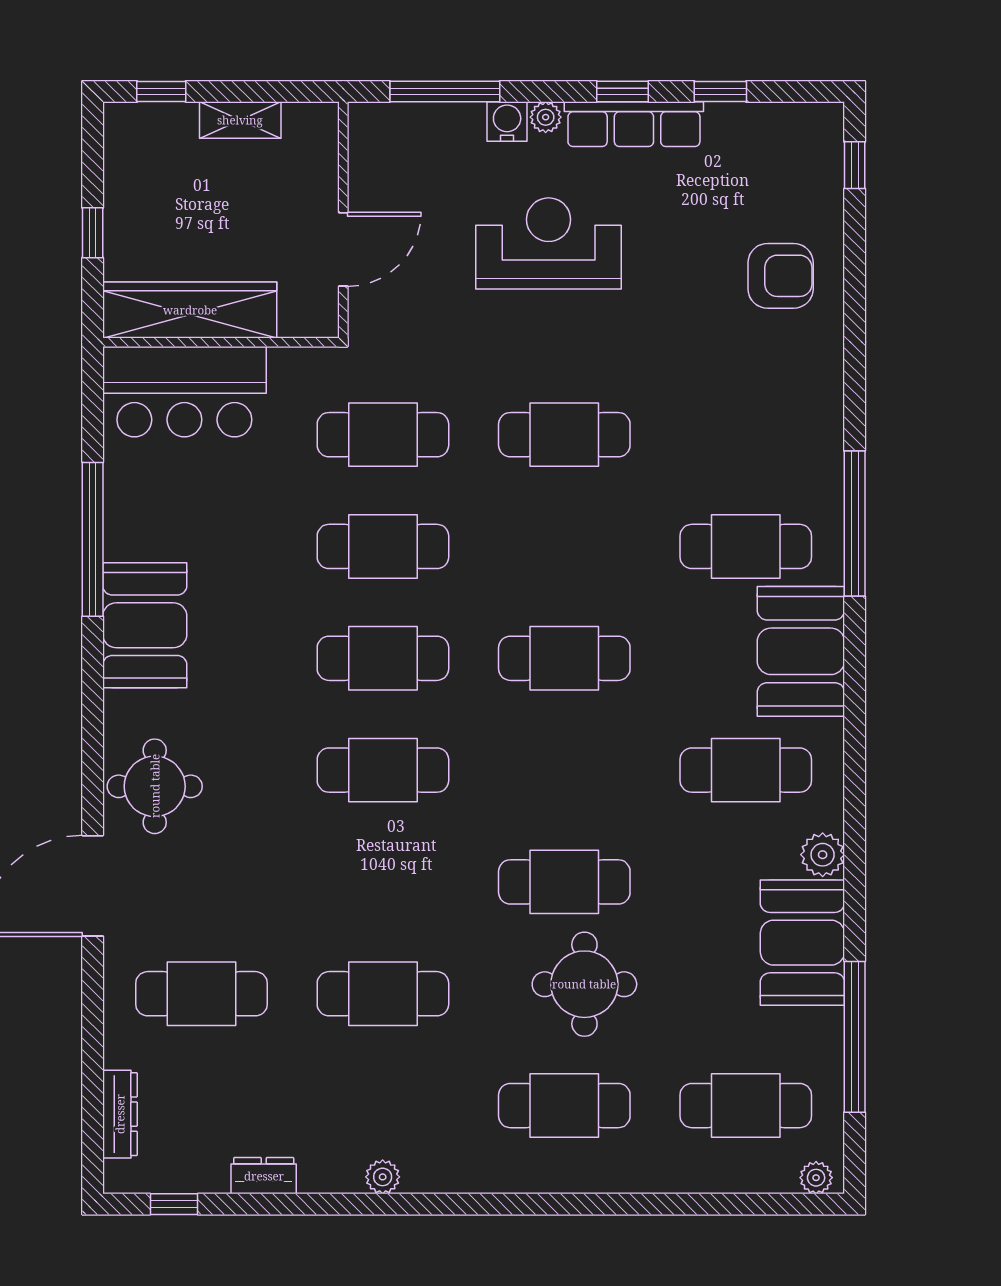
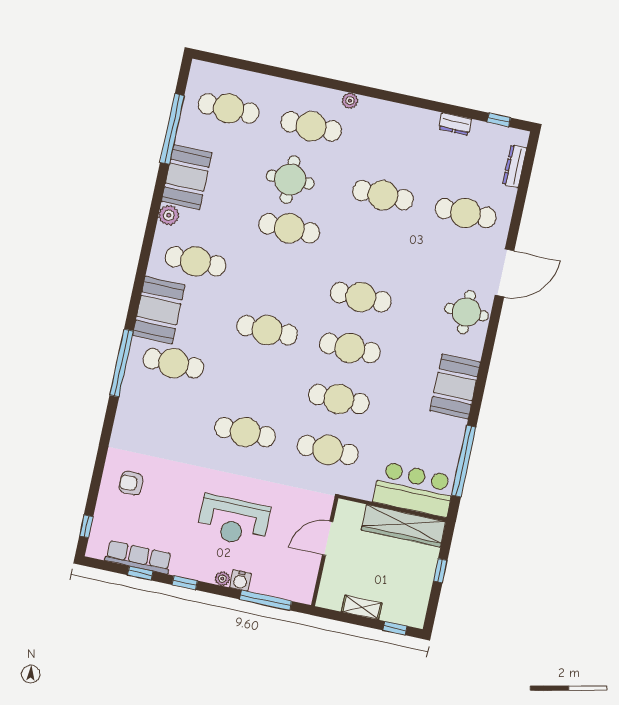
row of seats: (634, 124) -> (138, 557), moved
armchair: (781, 276) -> (131, 483), width x0.72, depth x0.72
window: (93, 539) -> (464, 461), moved
plant: (383, 1177) -> (350, 101), moved
plant: (816, 1178) -> (204, 69), removed

